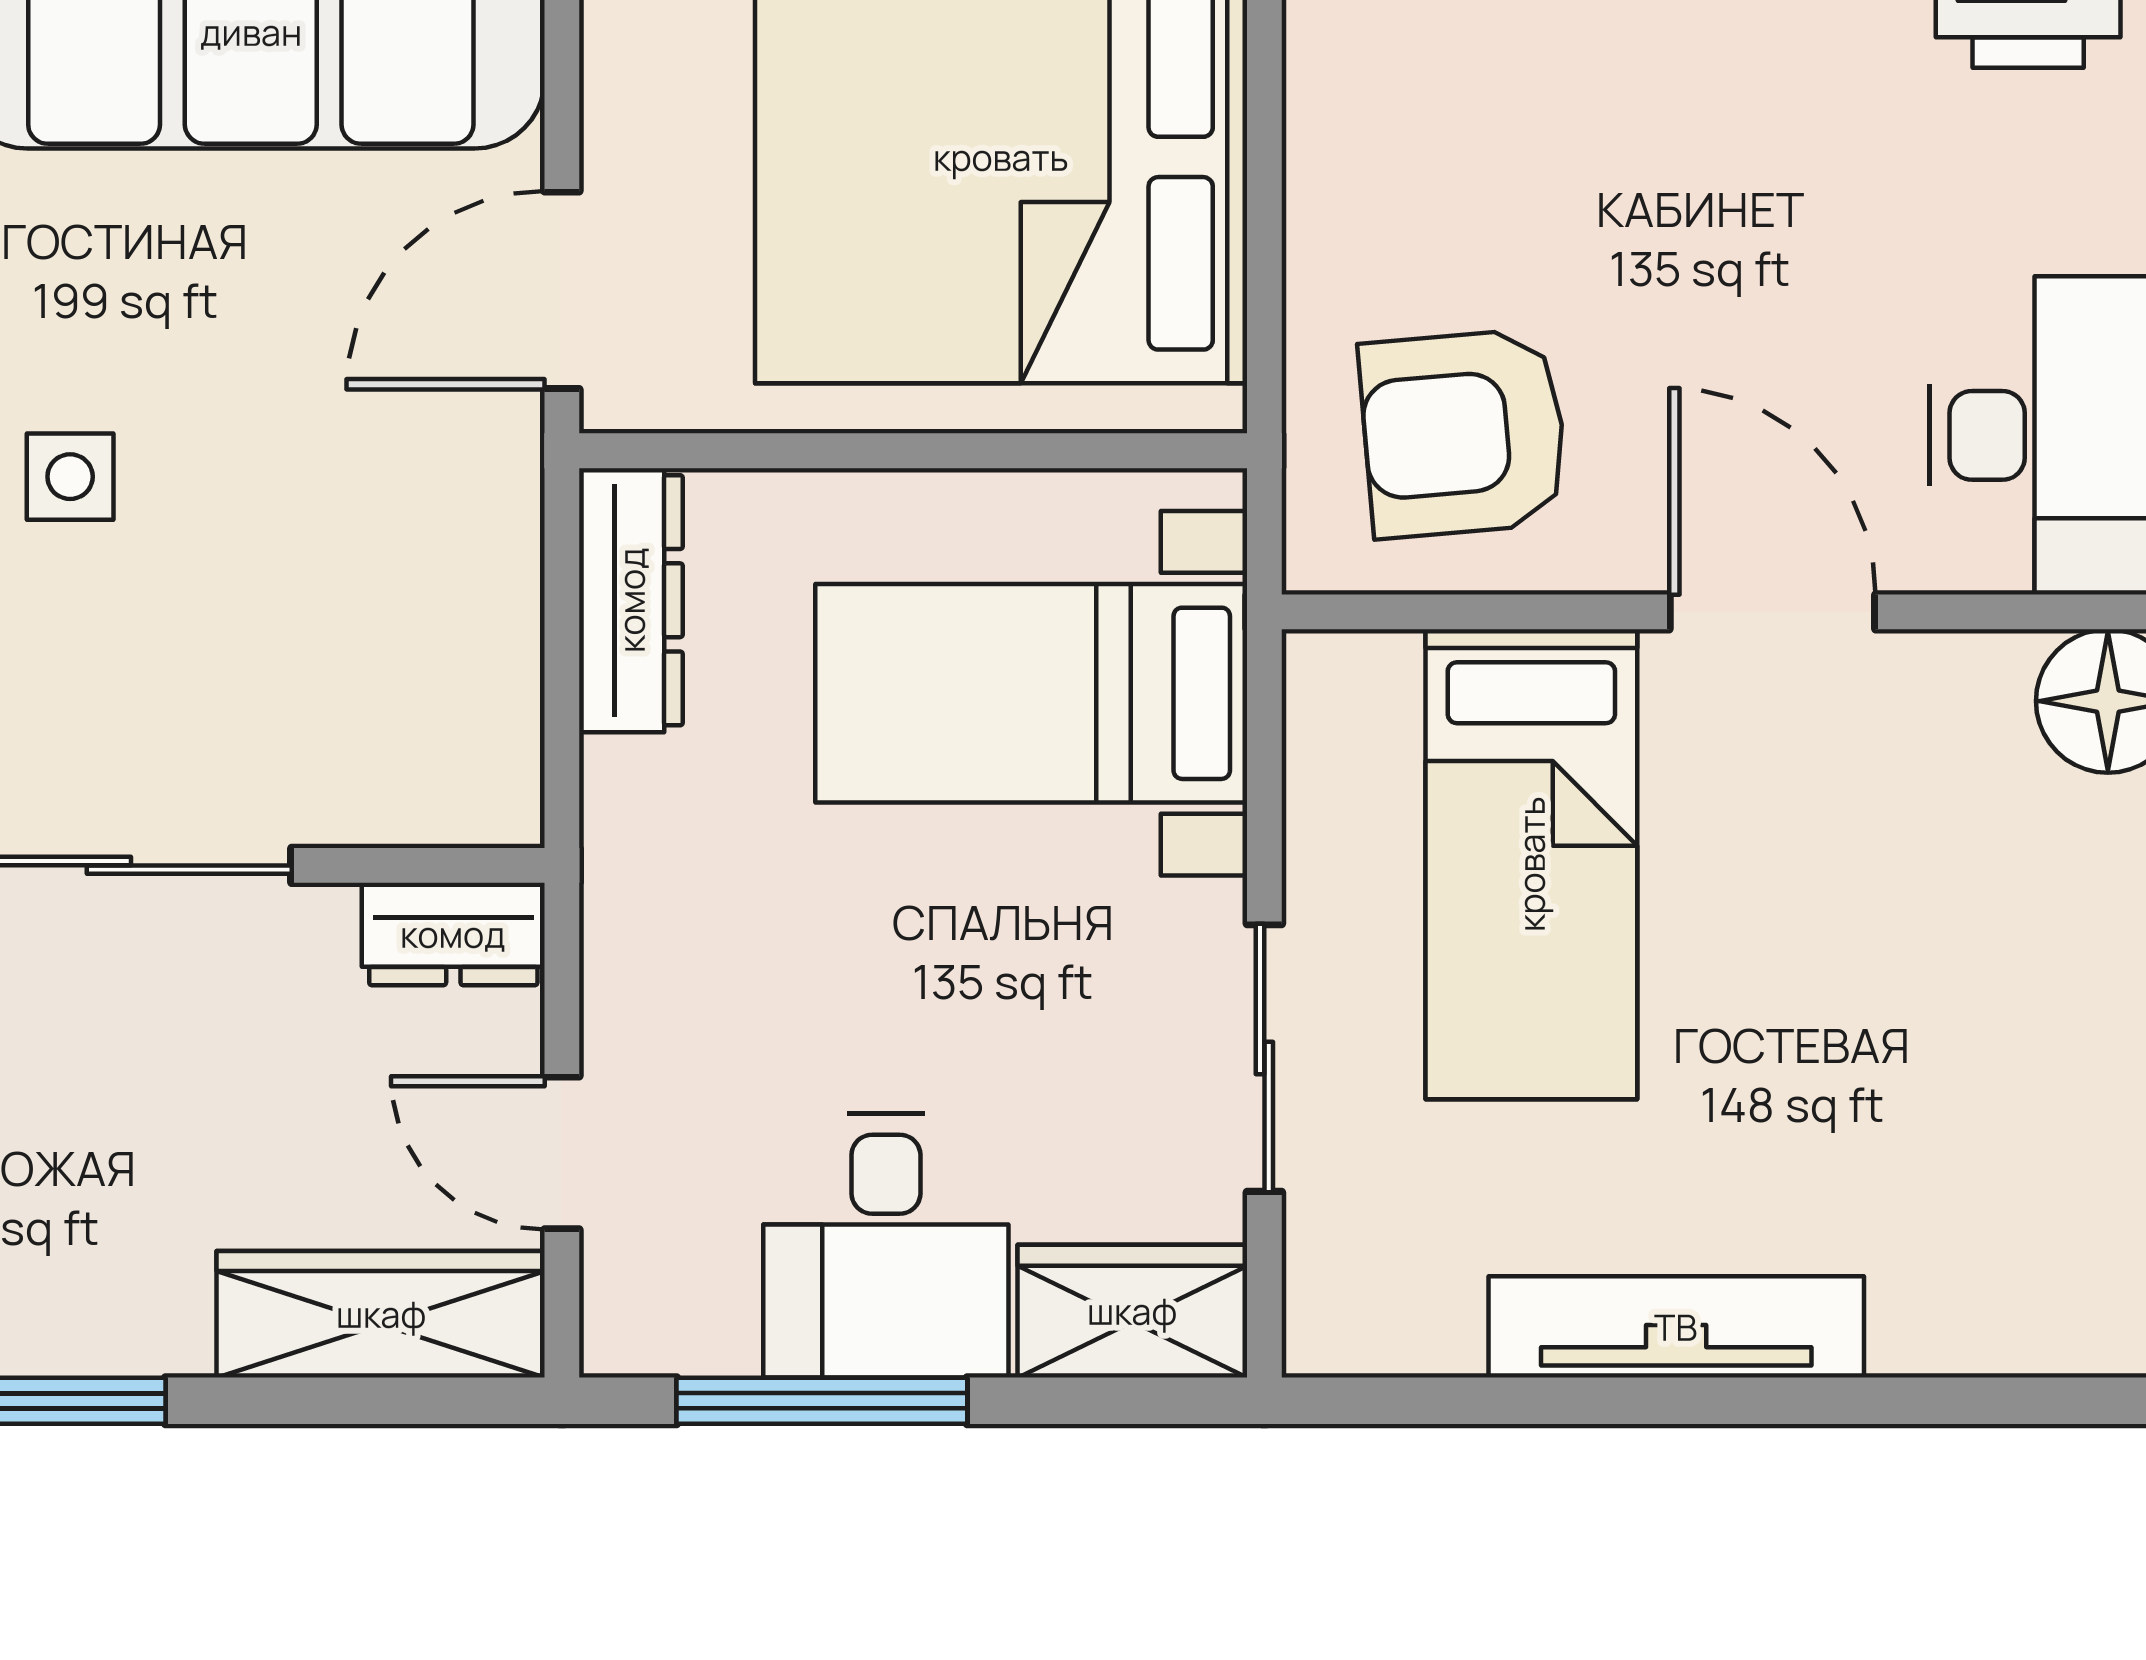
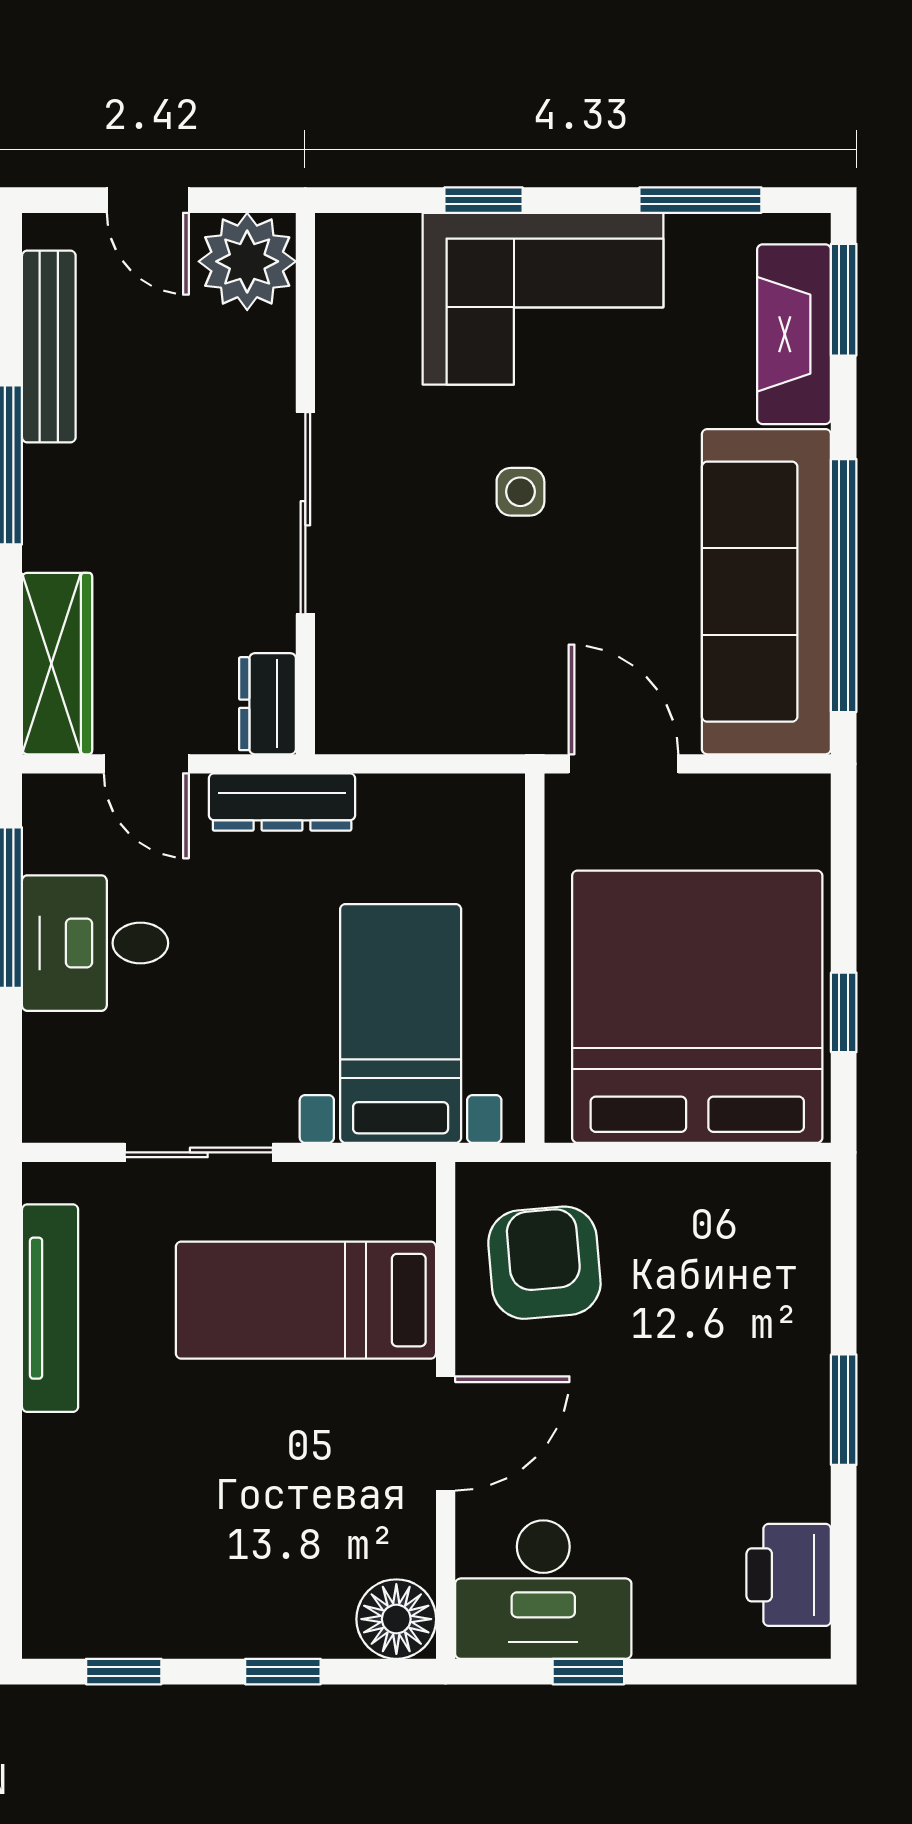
dresser: (631, 600) -> (282, 802), moved
door: (562, 1153) -> (146, 764), swing flipped
wardrobe: (1132, 1311) -> (59, 1079), removed
tv unit: (1676, 1327) -> (50, 1308), moved

